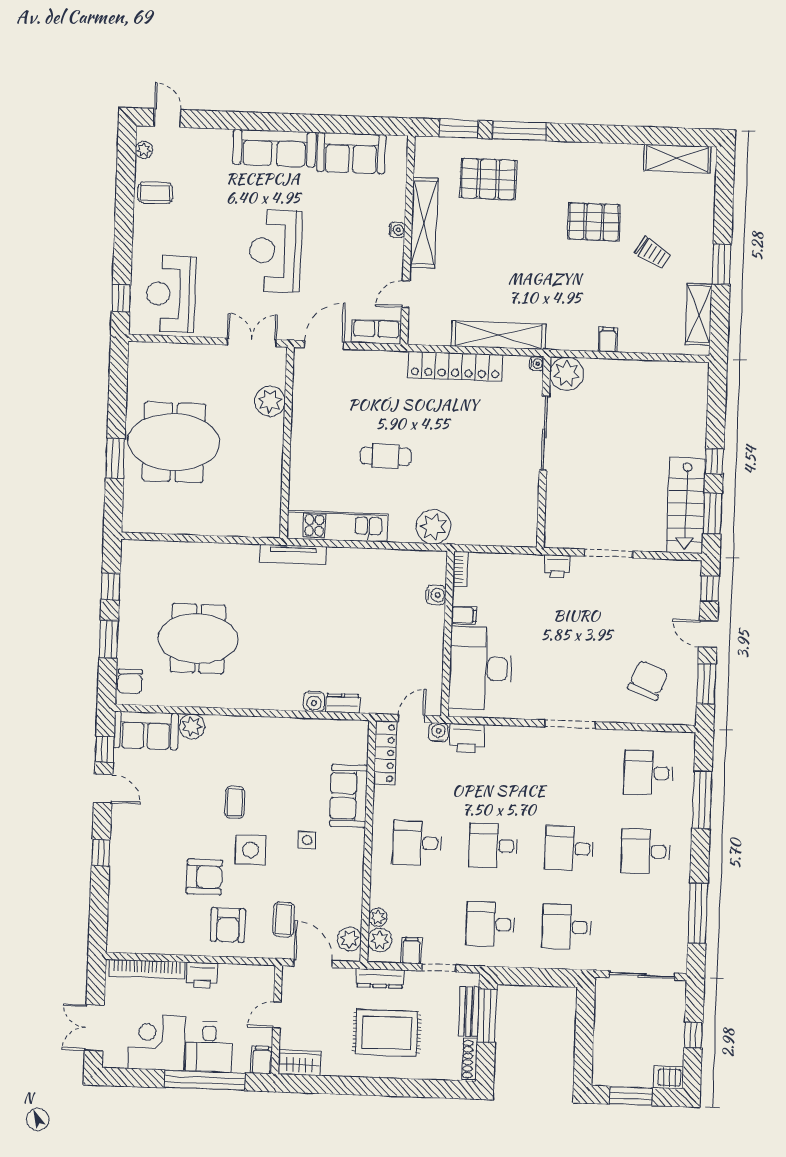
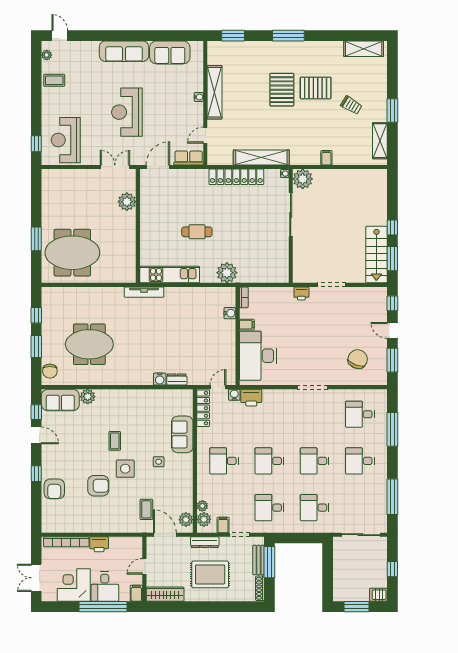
window: (519, 131) -> (288, 36), moved
pallet: (488, 179) -> (282, 90), moved, turned 90
meeting table: (174, 442) -> (72, 253), moved
armchair: (228, 925) -> (54, 489), moved
wardrobe: (299, 1063) -> (165, 594), width x1.50

